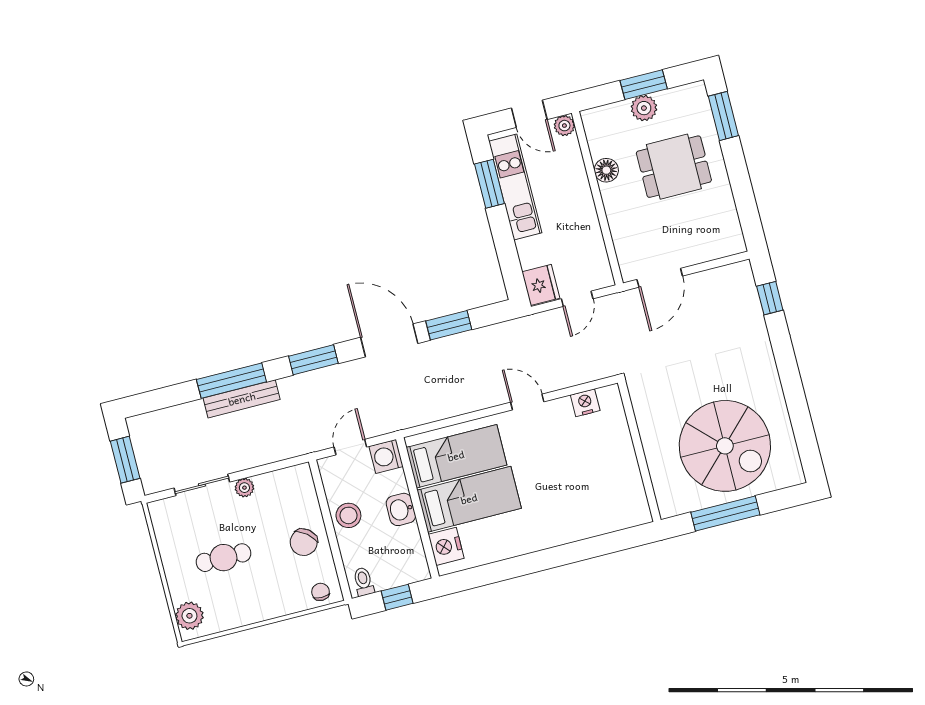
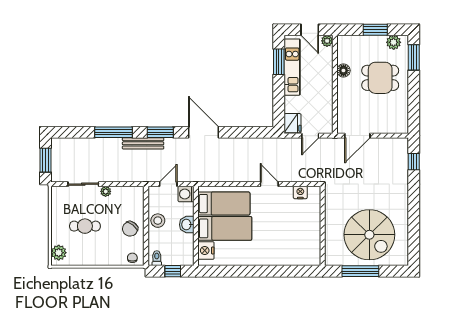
plant: (644, 108) -> (394, 42), moved
window: (449, 325) -> (238, 132), removed
bench: (242, 399) -> (143, 143), moved

